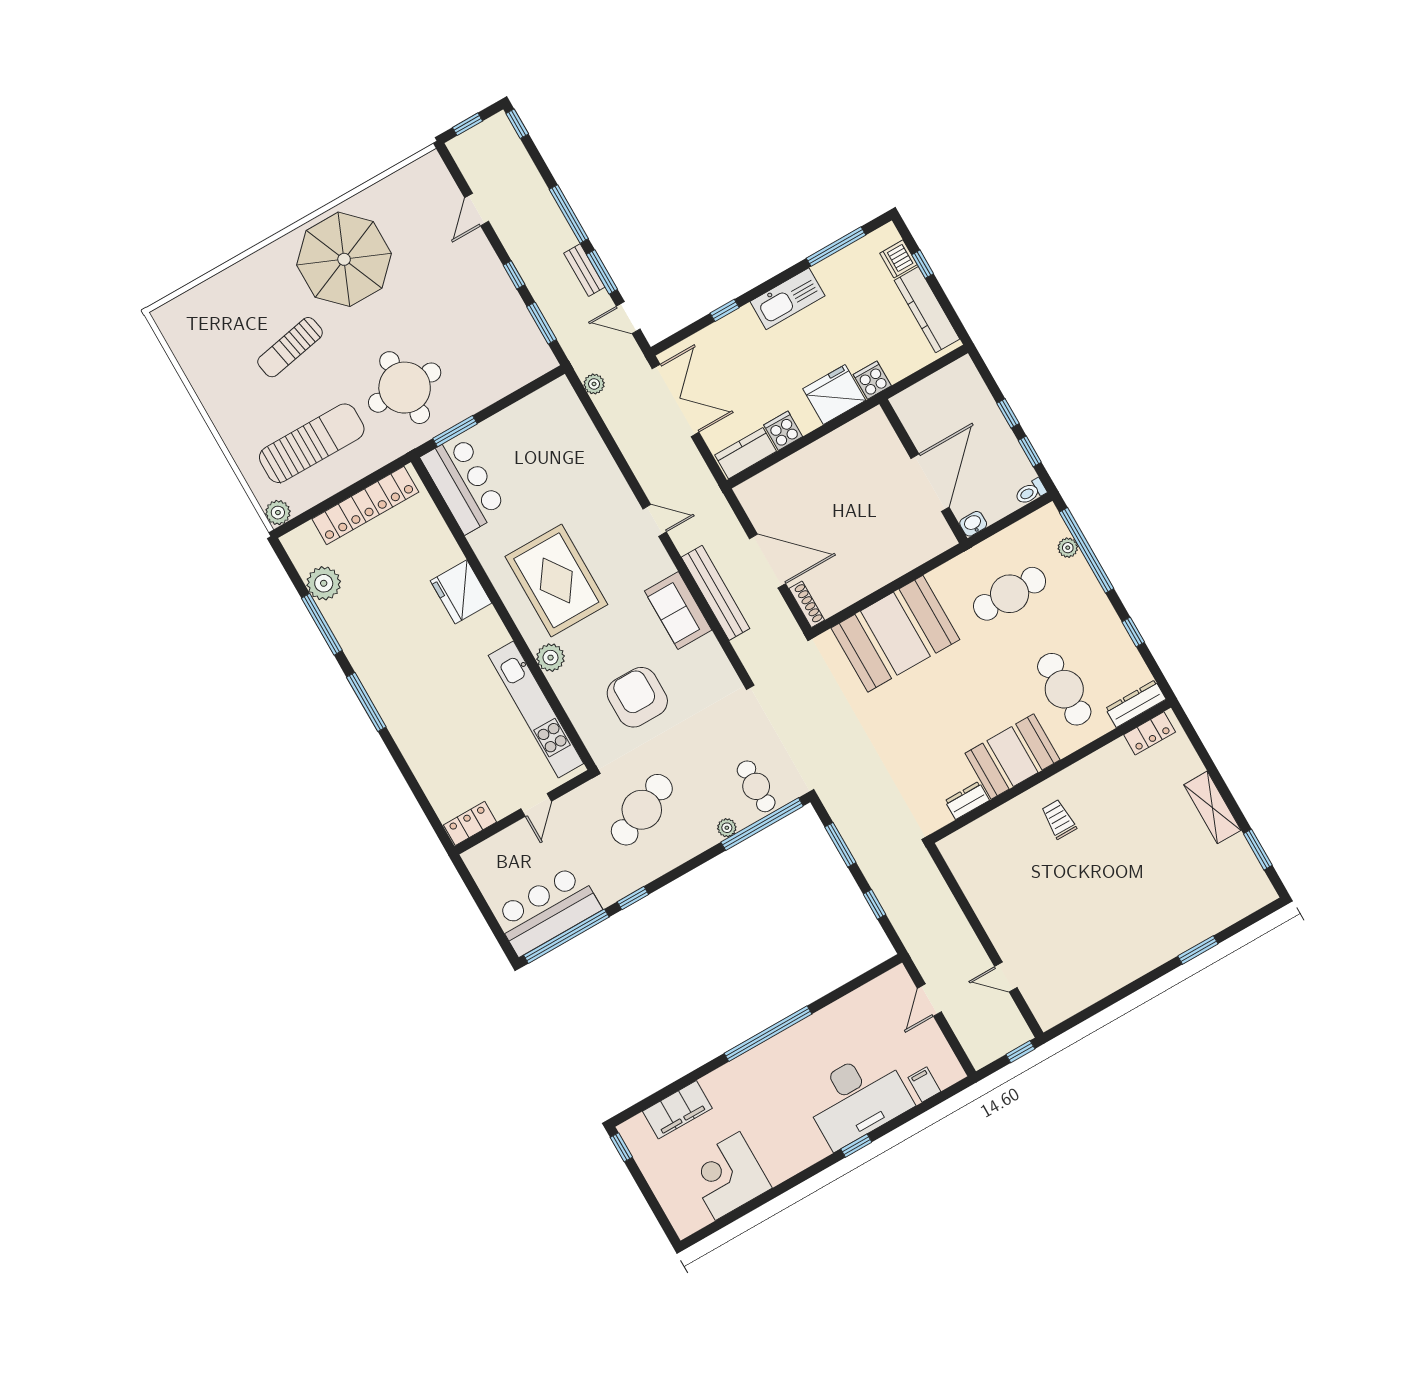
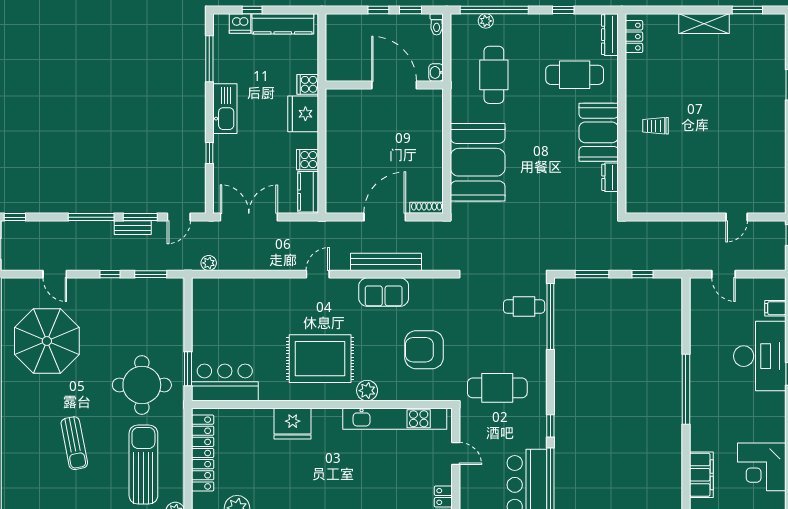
parasol: (344, 259) -> (47, 341), moved
cafe table: (642, 810) -> (497, 388), turned -67
plant: (727, 828) -> (540, 340), removed

